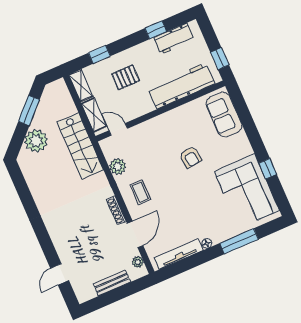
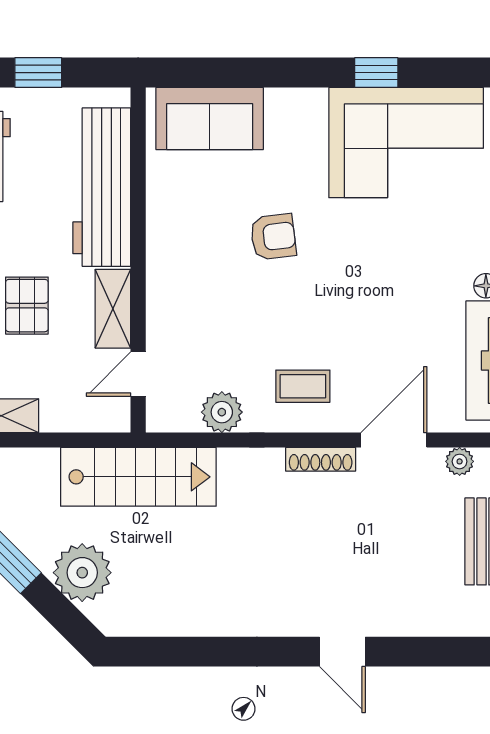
window: (220, 59) -> (38, 73), moved
shelving: (94, 115) -> (113, 309), moved, turned 90
door: (135, 234) -> (394, 440), hinge flipped
door: (60, 274) -> (342, 652), moved

